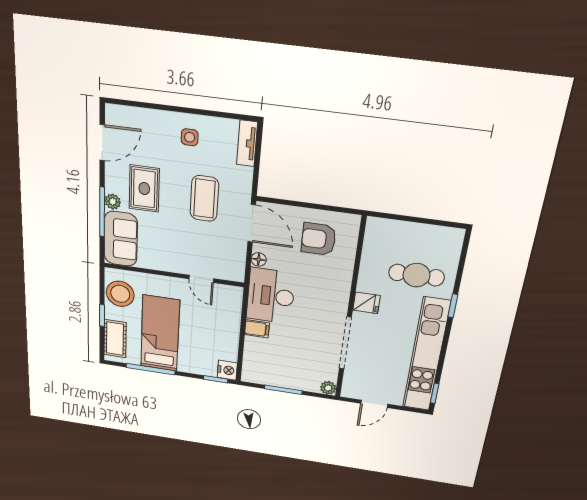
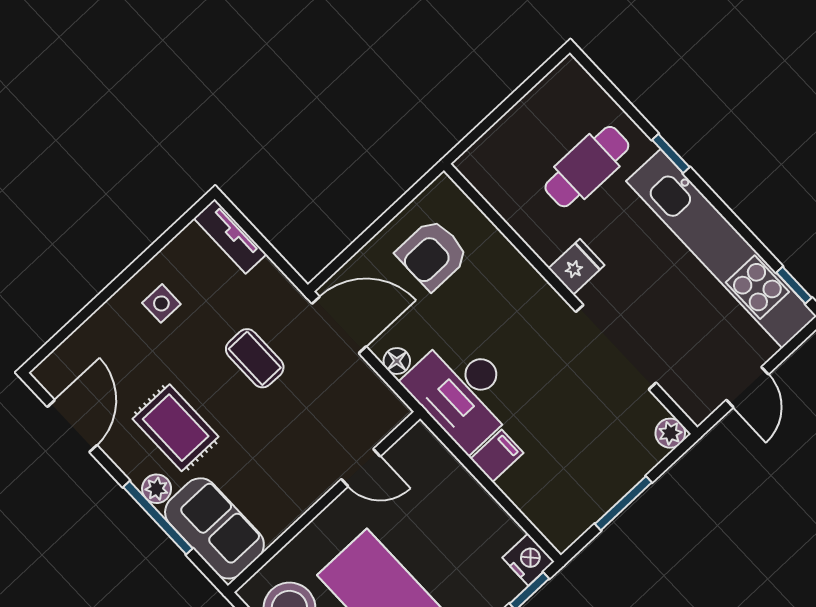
coffee table: (204, 199) -> (255, 358), width x0.73, depth x0.77

